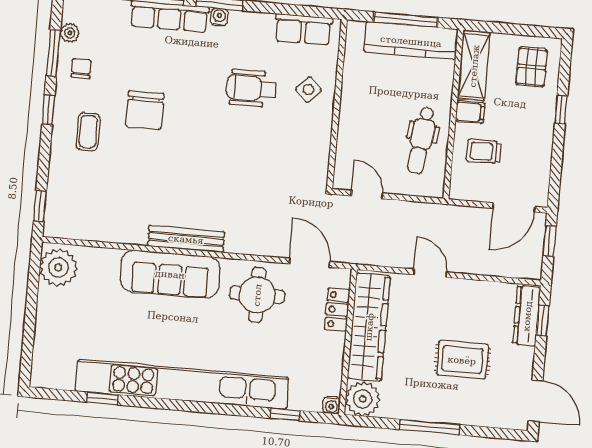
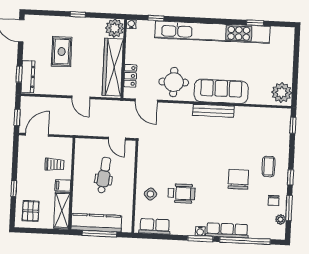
dental chair: (421, 140) -> (104, 175), moved
rug: (462, 360) -> (62, 52), turned 90
window: (430, 427) -> (78, 14), width x0.46

